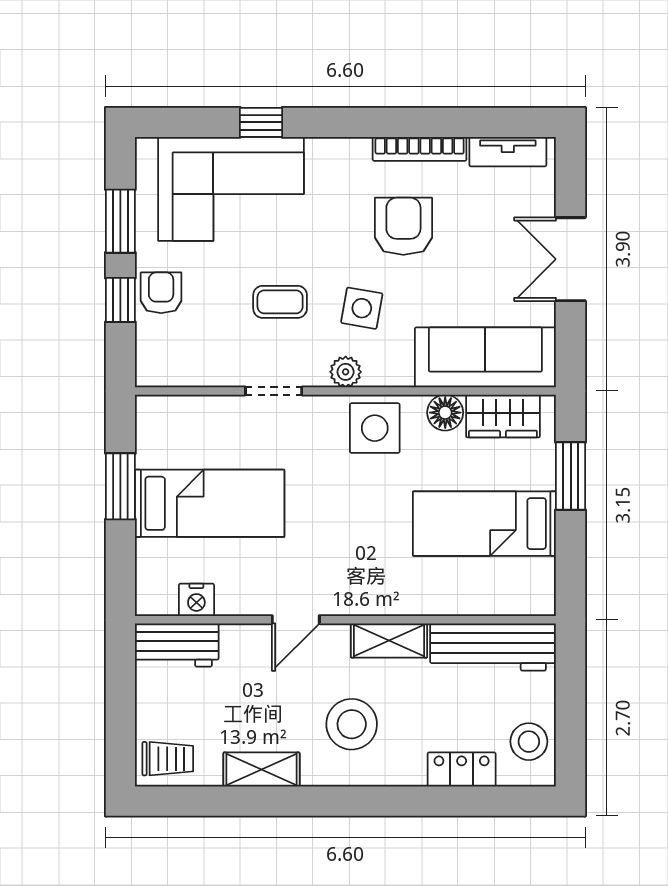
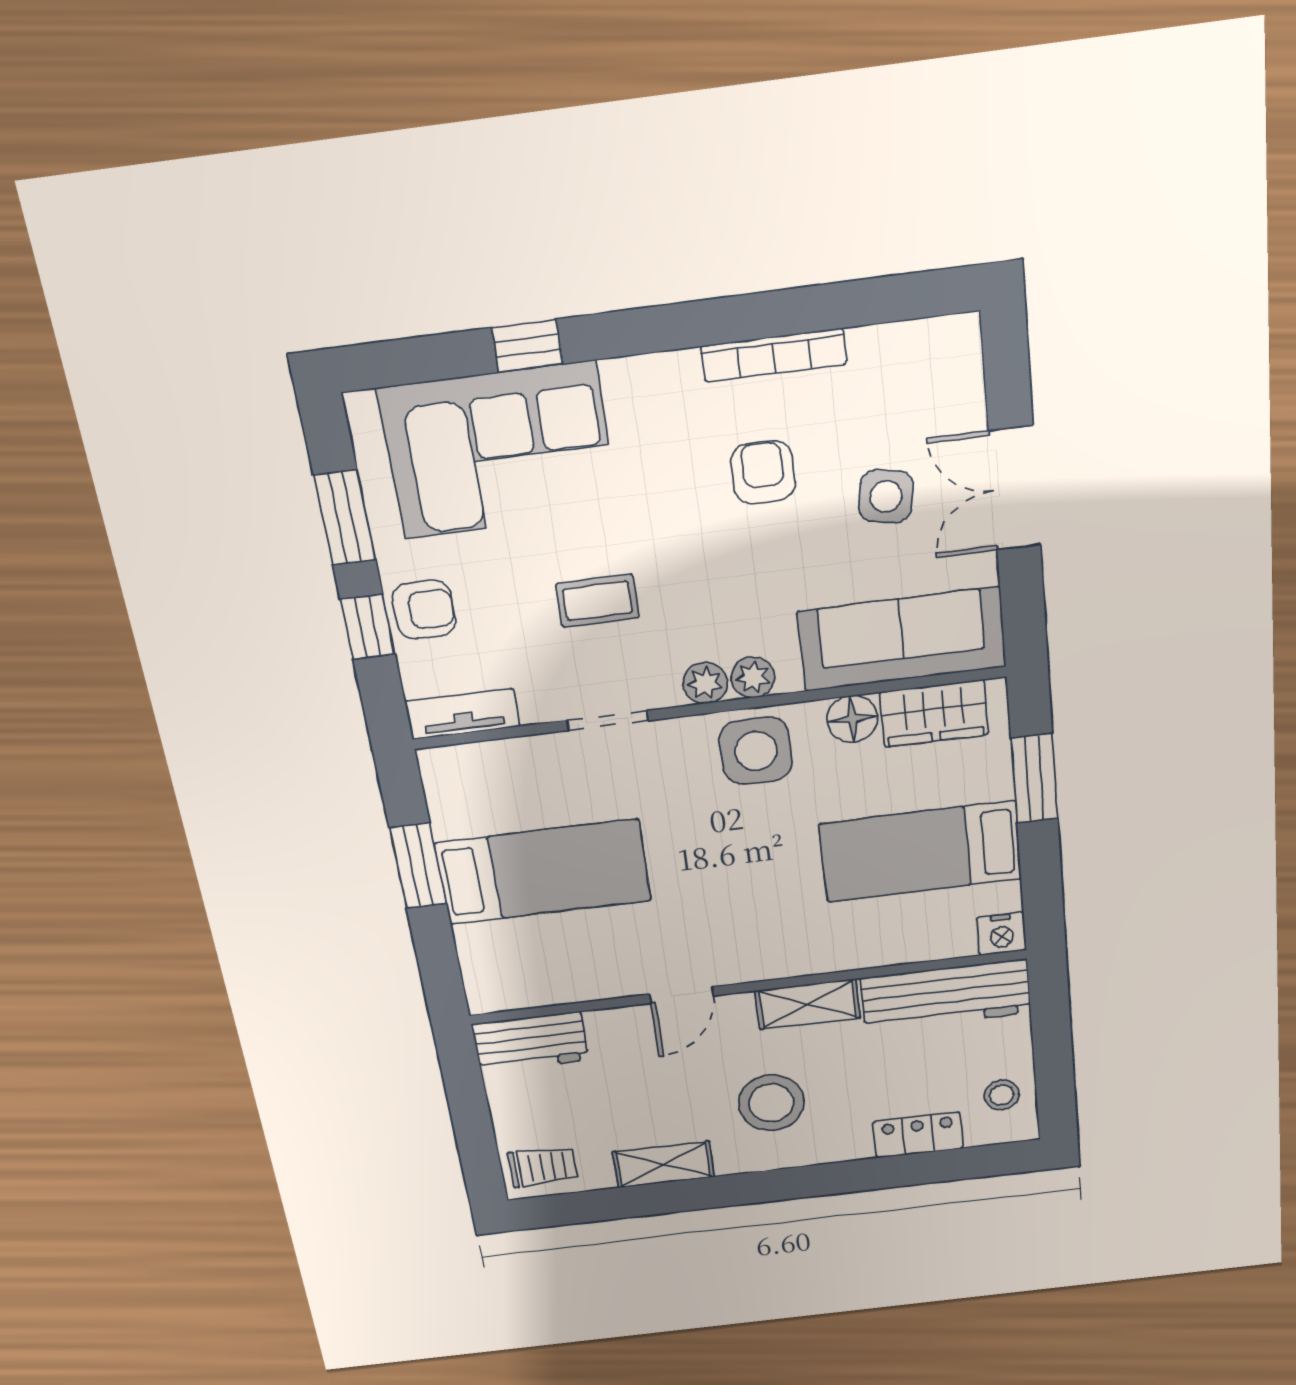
tv unit: (508, 152) -> (462, 714), moved, turned 180
armchair: (403, 226) -> (763, 472), width x0.72, depth x0.72
armchair: (161, 293) -> (424, 610), turned 90
side table: (362, 308) -> (886, 496), moved
plant: (379, 372) -> (753, 677), added
nightstand: (196, 600) -> (1002, 934), moved
stool: (529, 742) -> (1002, 1095), width x0.73, depth x0.73

